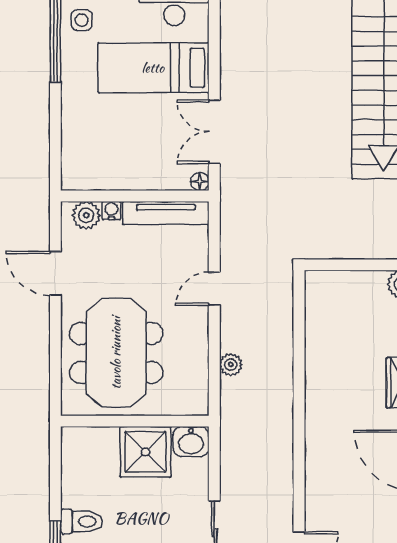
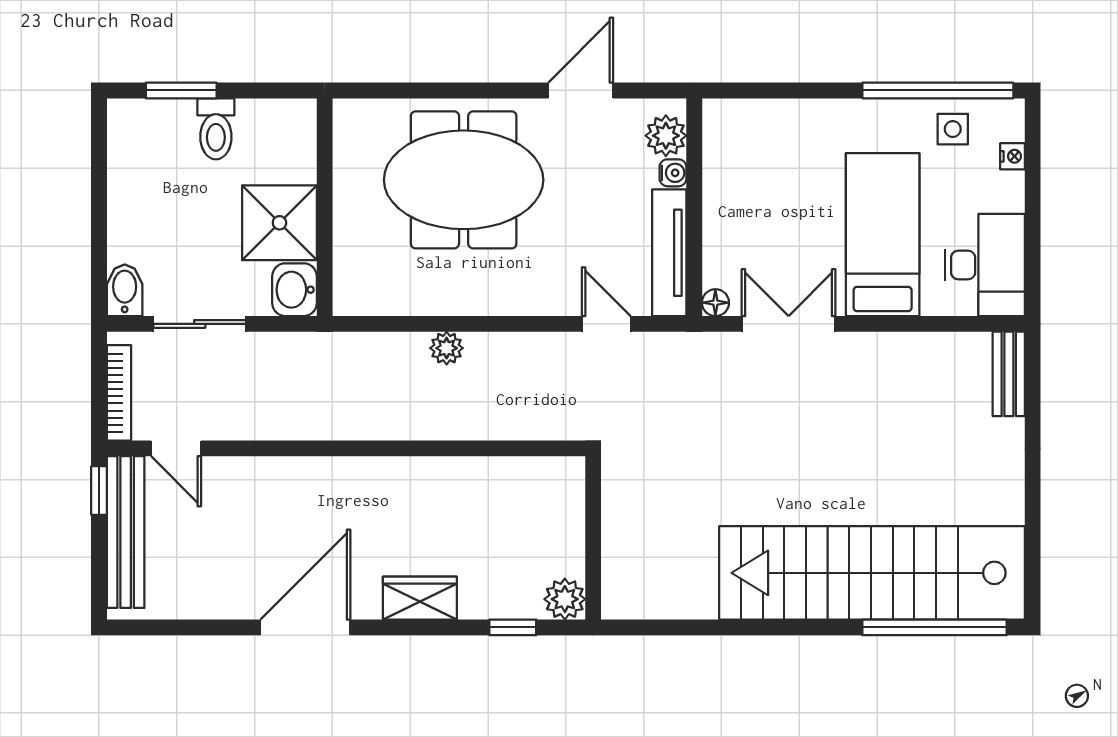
door: (214, 289) -> (606, 324), moved
wall: (135, 421) -> (325, 207), moved
washbasin: (191, 442) -> (294, 290), moved
shower: (145, 452) -> (279, 223), moved

